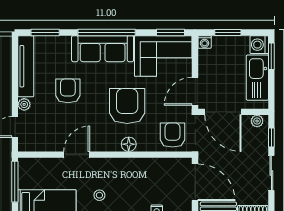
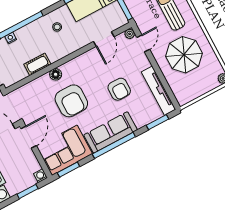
plant: (24, 104) -> (130, 34), moved
armchair: (172, 135) -> (28, 97), removed
door: (77, 155) -> (104, 39), moved
cot: (143, 166) -> (37, 64), added

